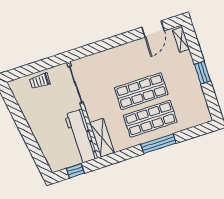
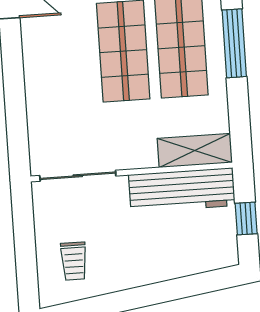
trolley: (40, 81) -> (74, 261), moved

